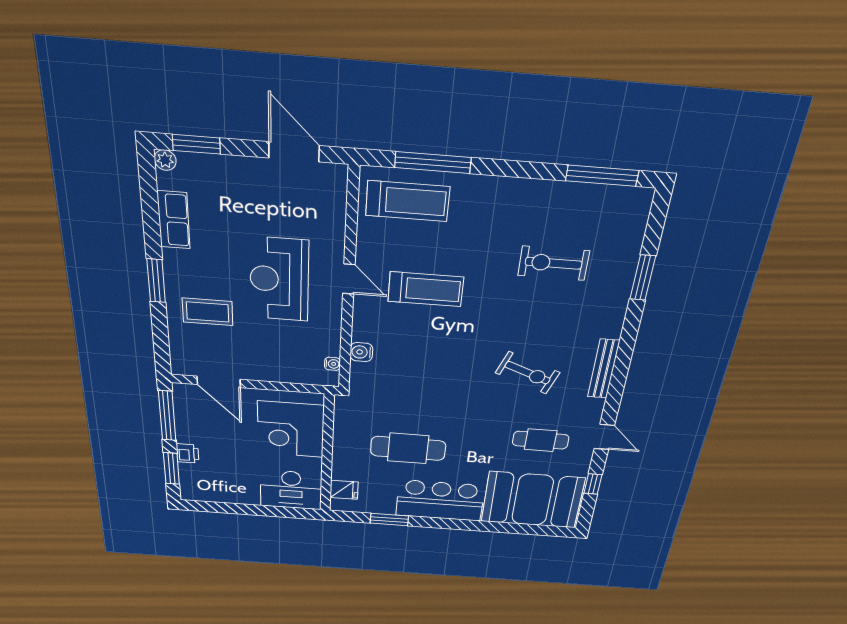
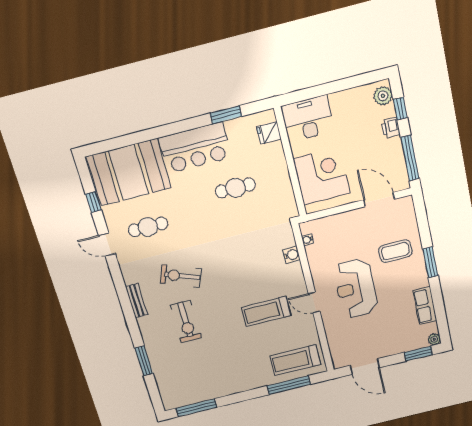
exercise bike: (554, 263) -> (186, 321), moved, turned 90
reception desk: (279, 279) -> (356, 288), turned 180
bench: (604, 369) -> (137, 301), width x0.73
cafe table: (408, 448) -> (235, 188), width x0.73, depth x0.74
window: (171, 469) -> (400, 109), width x0.67
plant: (191, 486) -> (383, 96), added

